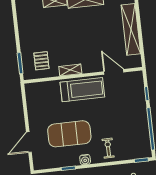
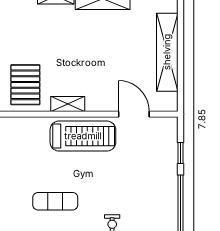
pallet: (41, 61) -> (25, 85), width x1.50, depth x1.42
exercise mat: (69, 134) -> (55, 201), width x0.50, depth x0.69

